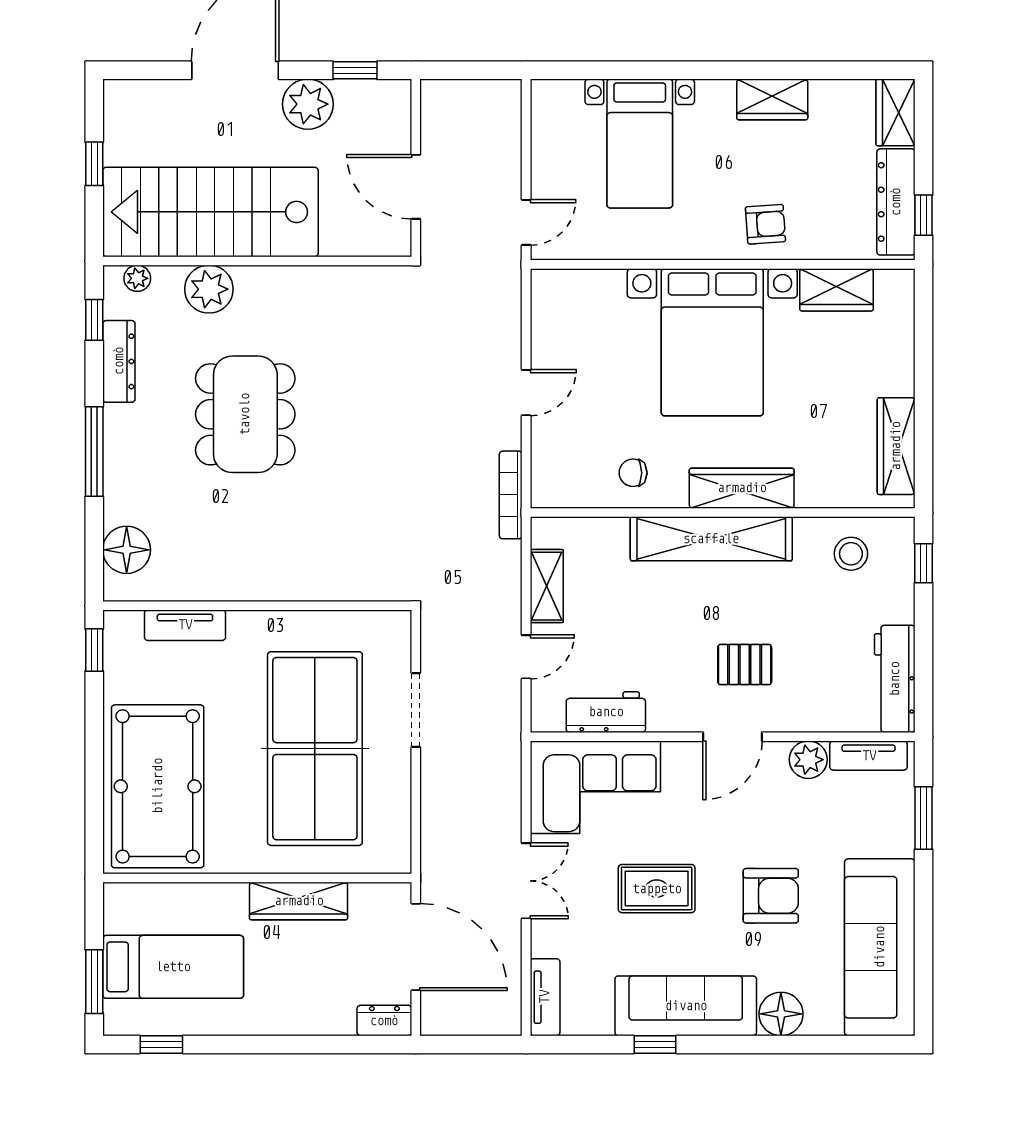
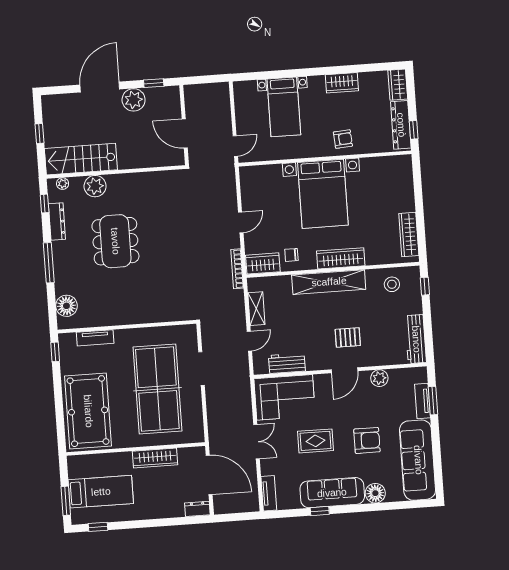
stairs: (210, 212) -> (81, 159), width x0.73, depth x0.66
wardrobe: (836, 290) -> (263, 263), moved, turned 180
tv unit: (869, 756) -> (423, 401), moved, turned 90

